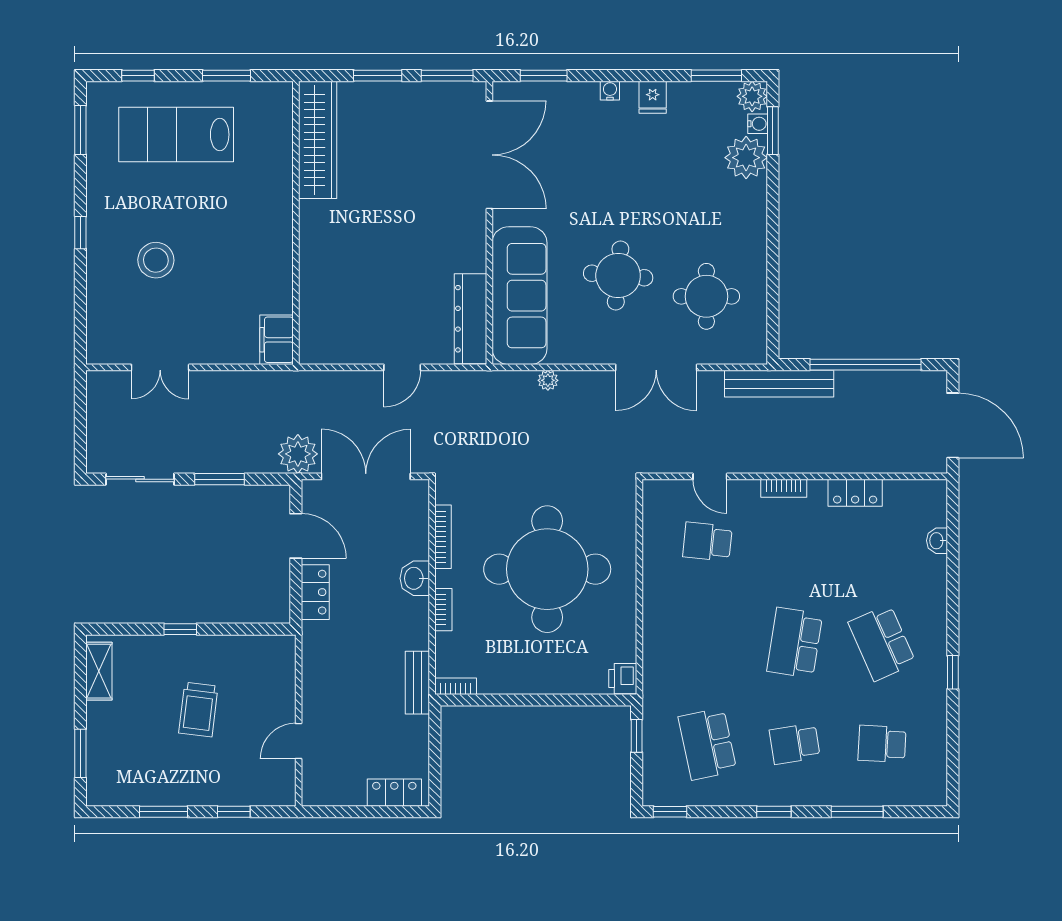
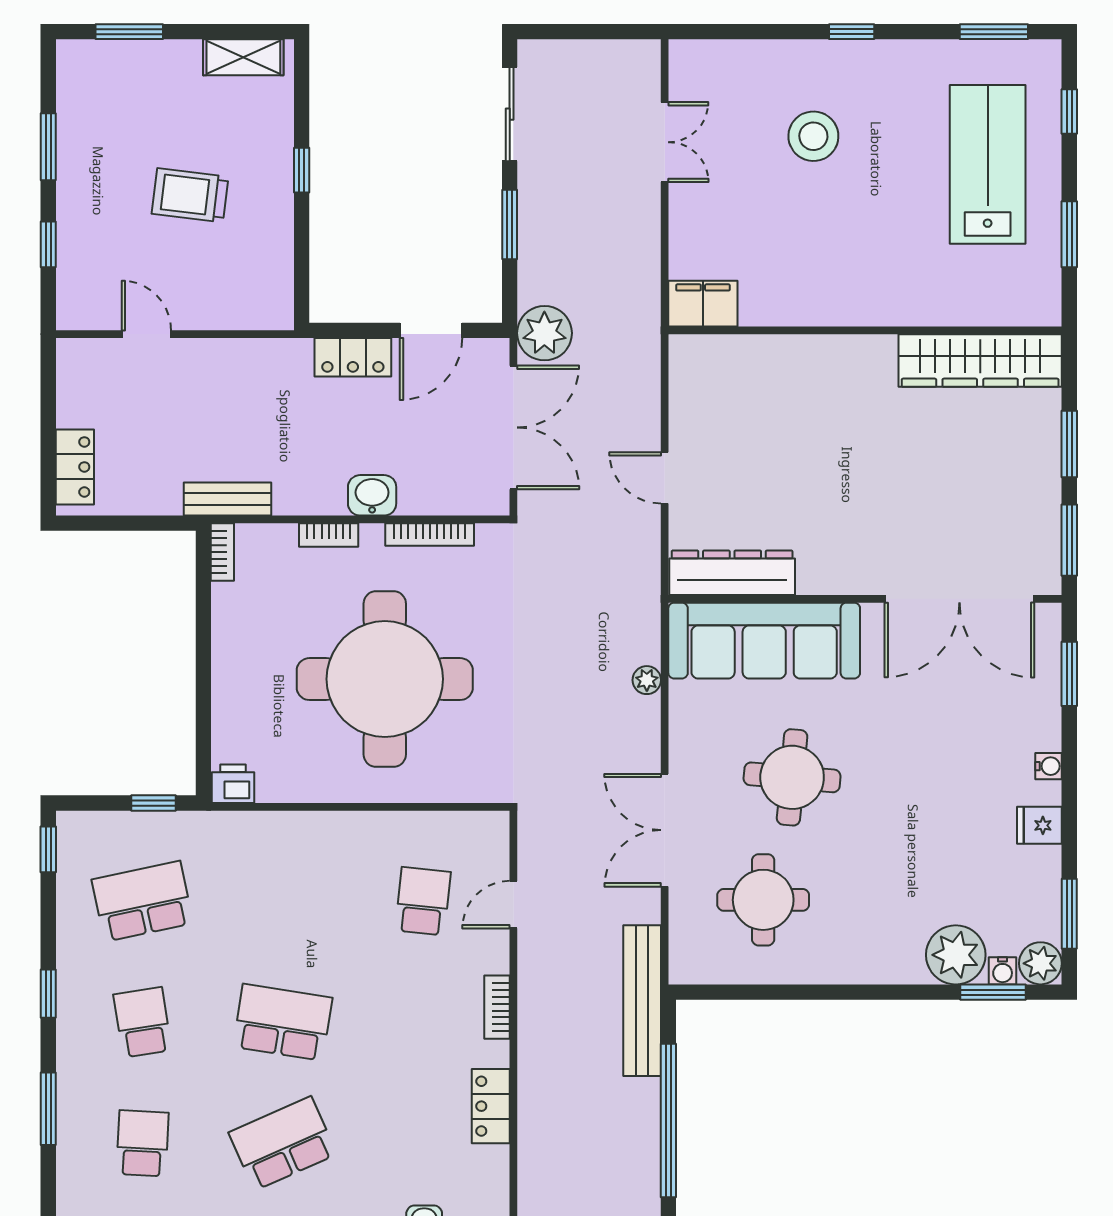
double door: (160, 367) -> (665, 142), swing flipped

